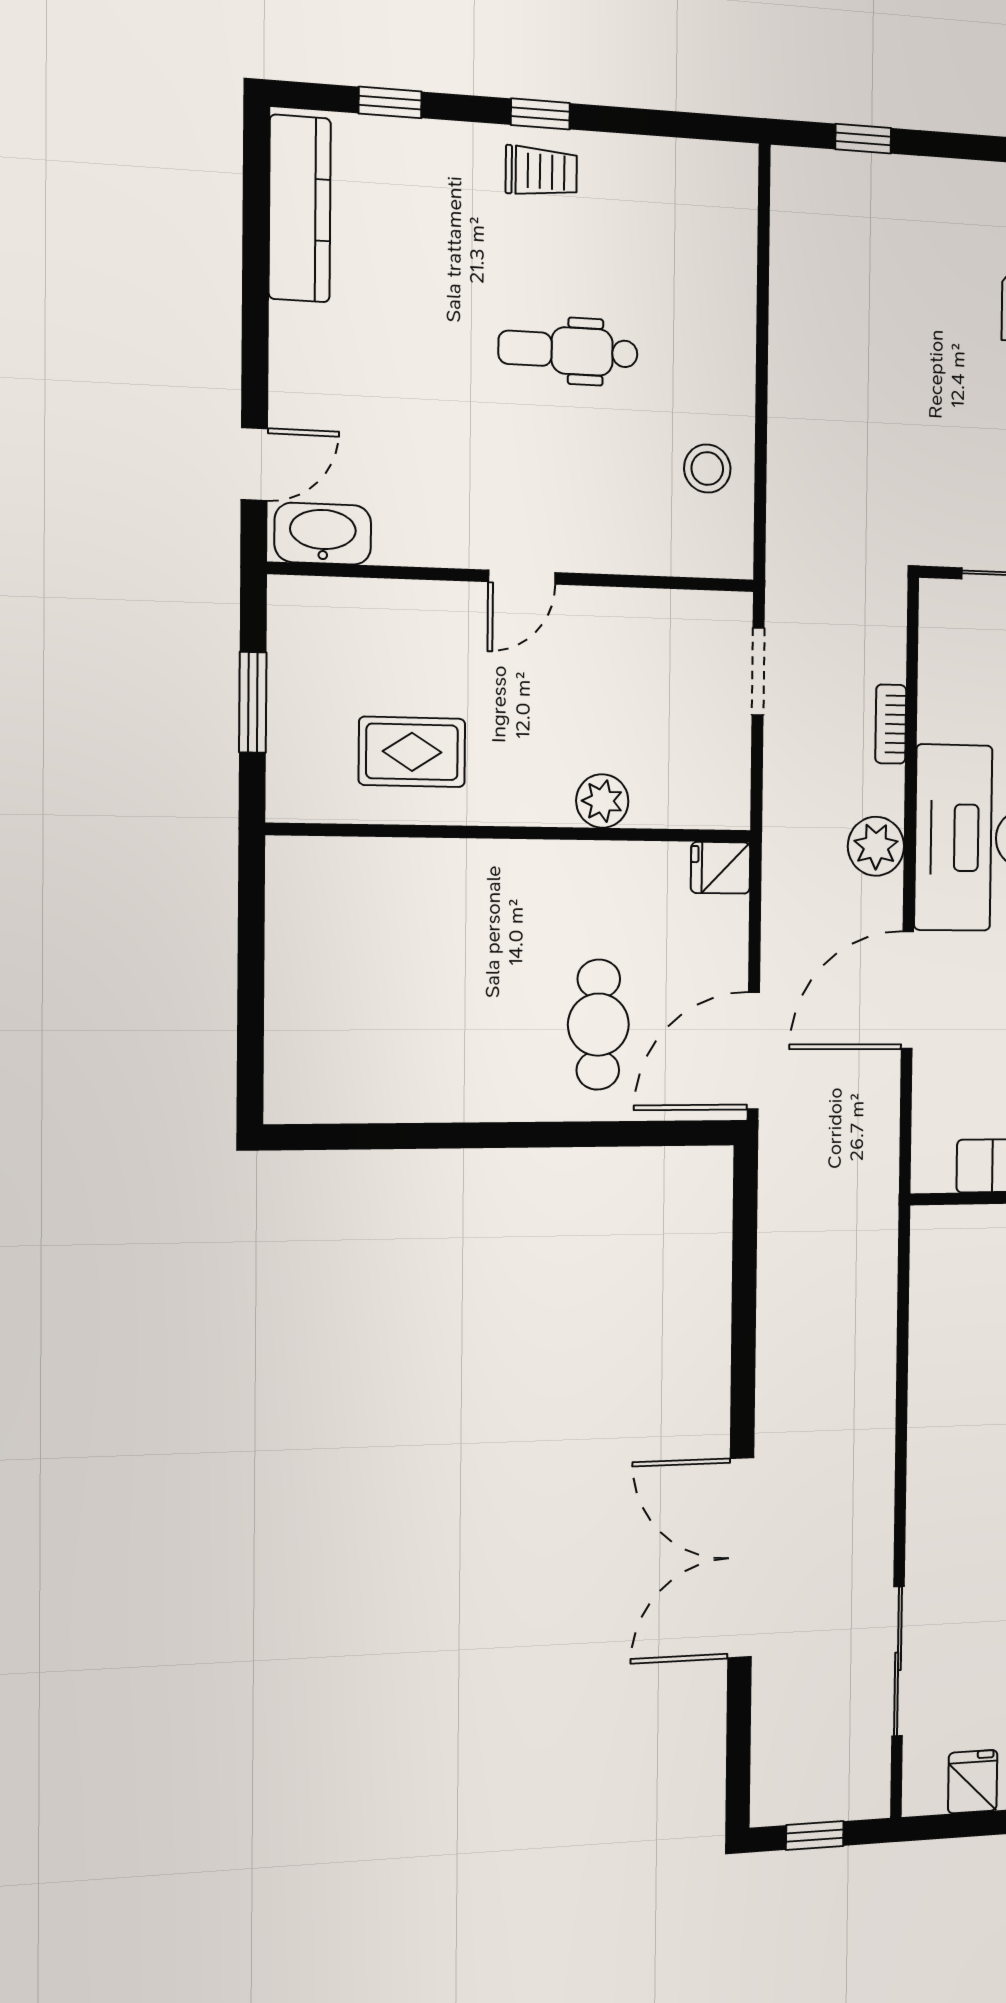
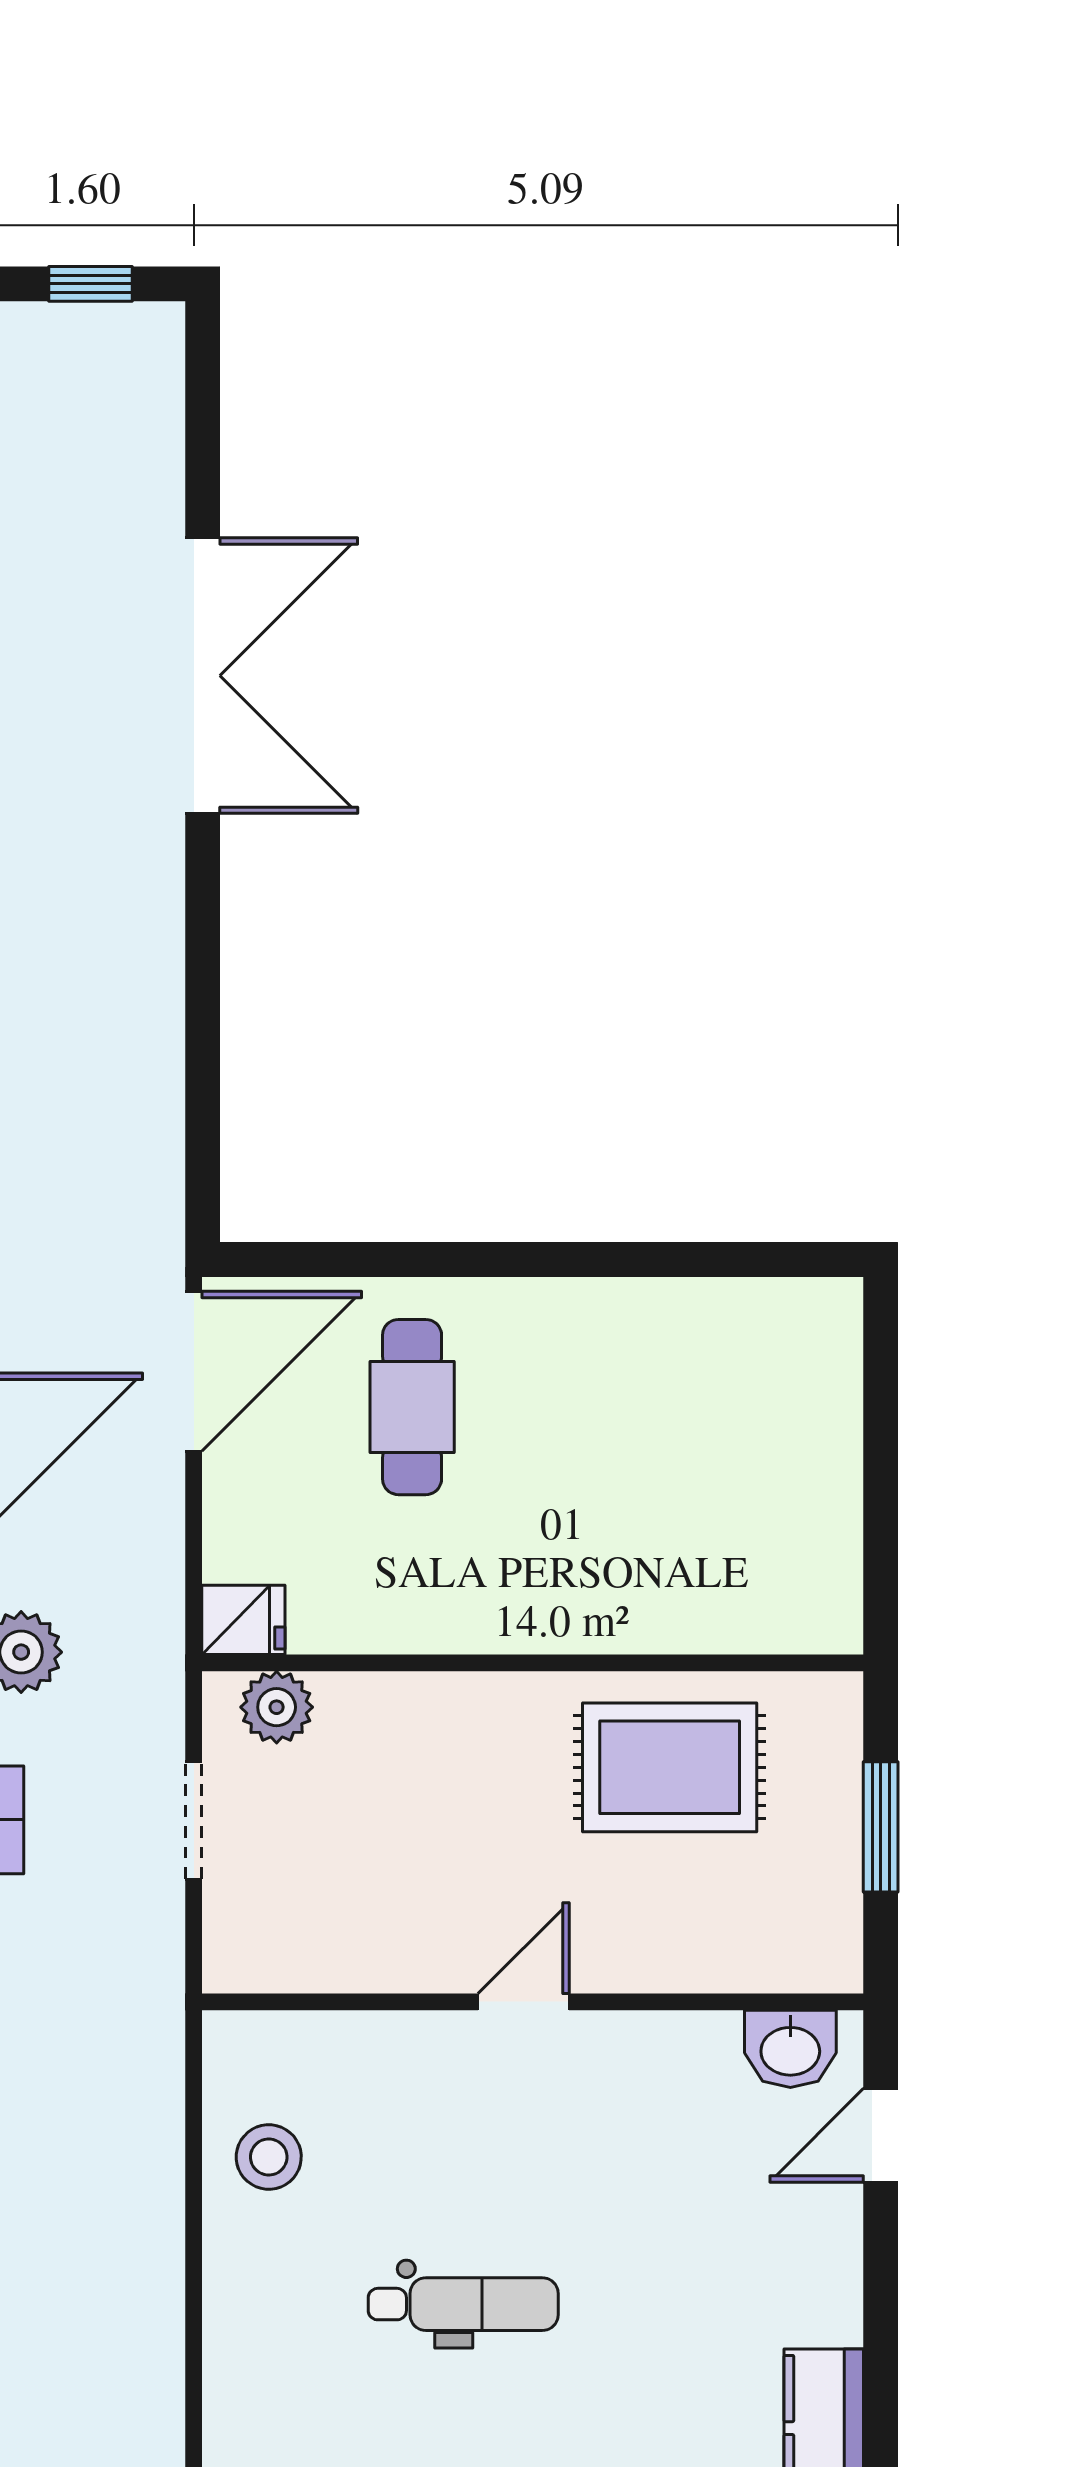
washbasin: (323, 534) -> (790, 2049), width x0.72
doorway: (758, 671) -> (194, 1820), moved
rug: (412, 752) -> (670, 1767), width x1.36, depth x1.43
plant: (602, 801) -> (277, 1707), moved

